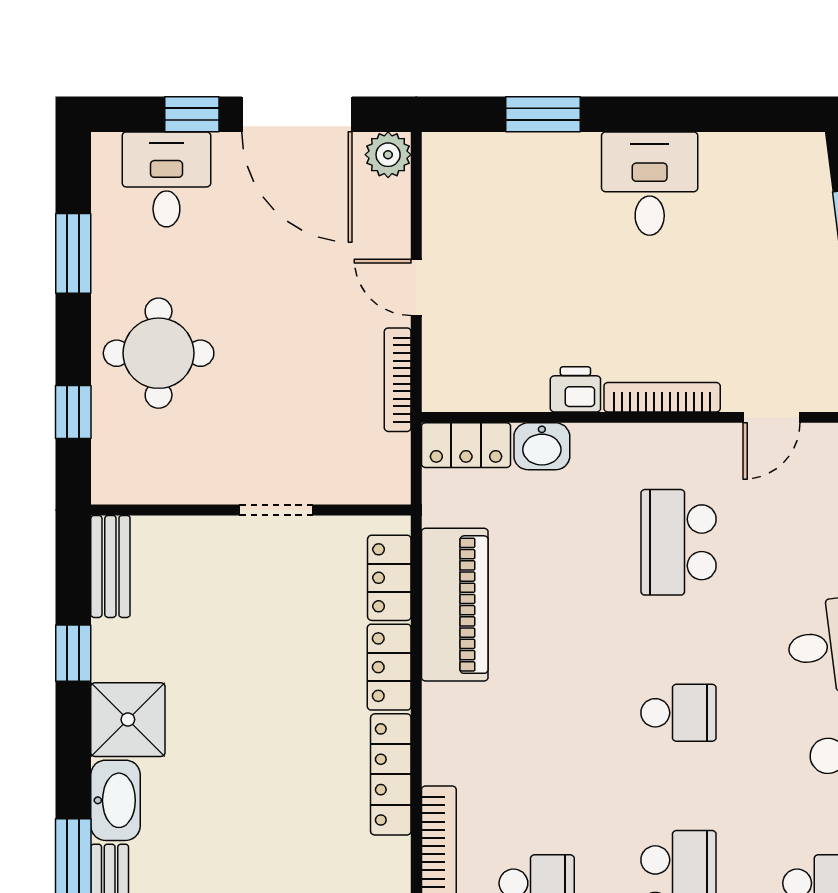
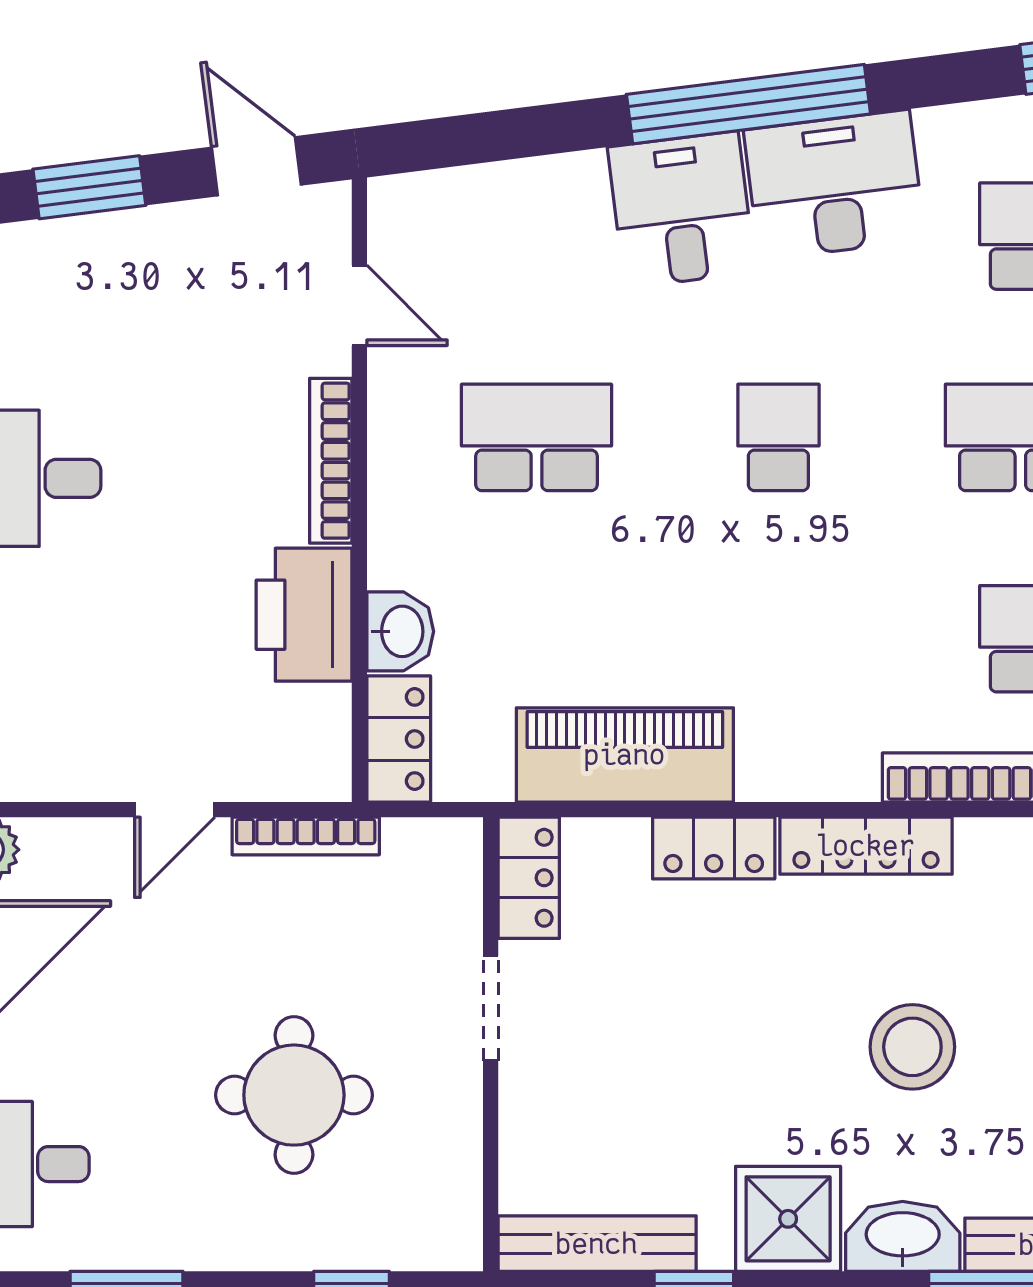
round table: (159, 353) -> (294, 1095), moved
printer: (575, 389) -> (304, 615), width x1.87, depth x1.48
school desk: (678, 542) -> (537, 437), turned 180
bench: (110, 566) -> (597, 1244), width x1.36
locker: (389, 578) -> (529, 878), moved, turned -90
stool: (249, 807) -> (912, 1047), added

